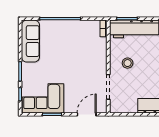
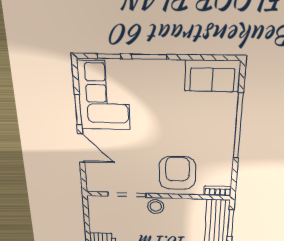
sofa: (30, 41) -> (212, 76), width x0.73
armchair: (92, 54) -> (177, 173), added
stool: (128, 63) -> (156, 207), moved
door: (87, 114) -> (81, 148), moved

